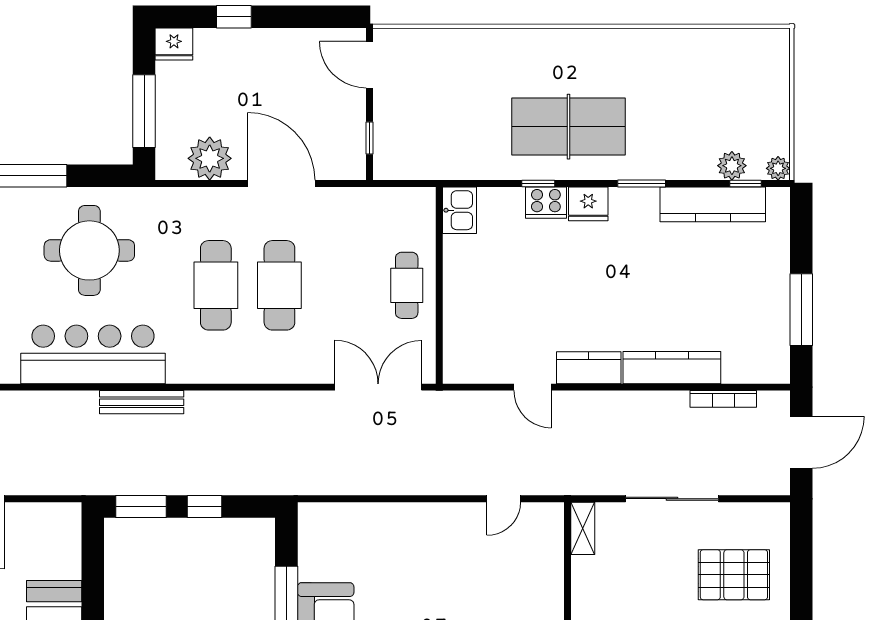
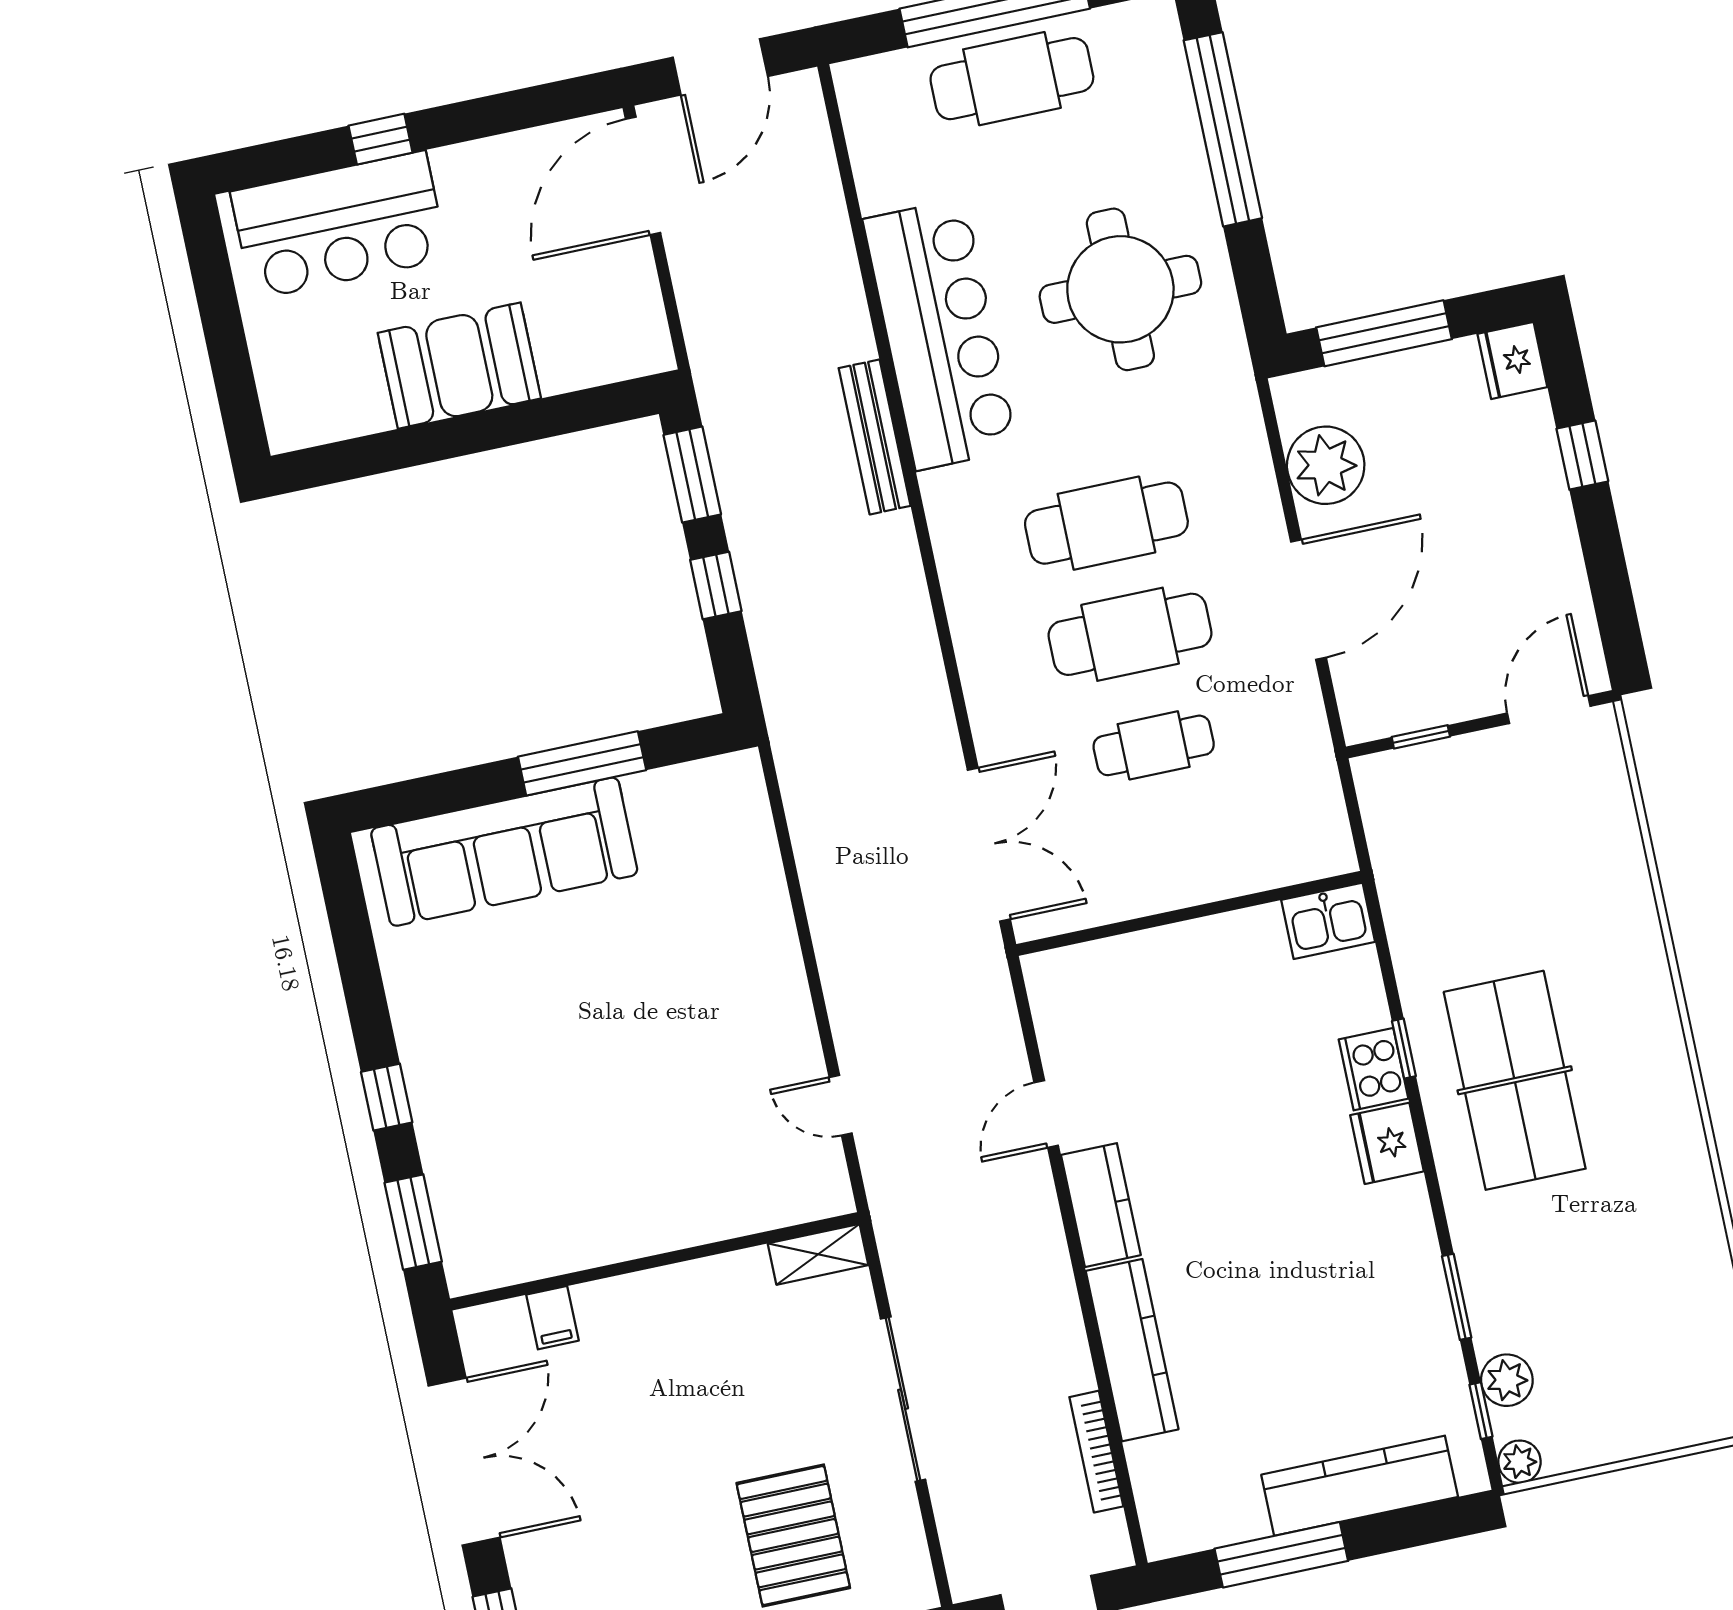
window: (642, 184) -> (1457, 1297), moved
kitchen counter: (713, 204) -> (1360, 1486), moved, turned 90
cafe table: (407, 285) -> (1154, 745), moved

